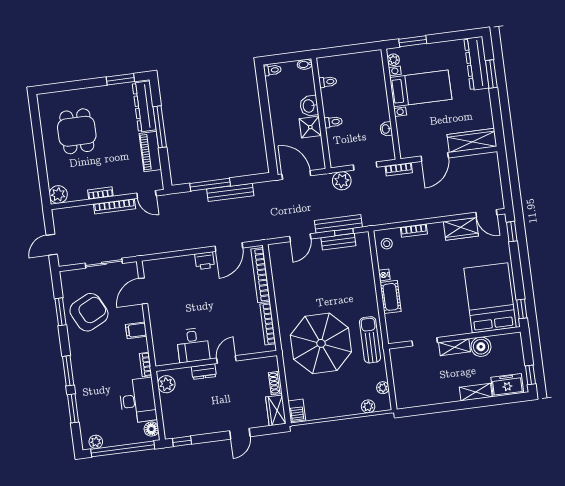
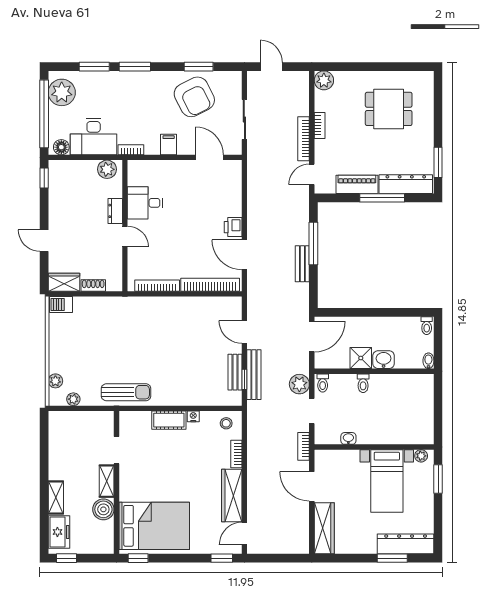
toilet: (328, 82) -> (323, 383), moved
bench: (230, 192) -> (302, 264), width x0.73
wardrobe: (461, 229) -> (232, 495), width x1.50
parasol: (321, 343) -> (129, 340), removed
plant: (96, 442) -> (62, 92), width x1.88, depth x1.88

